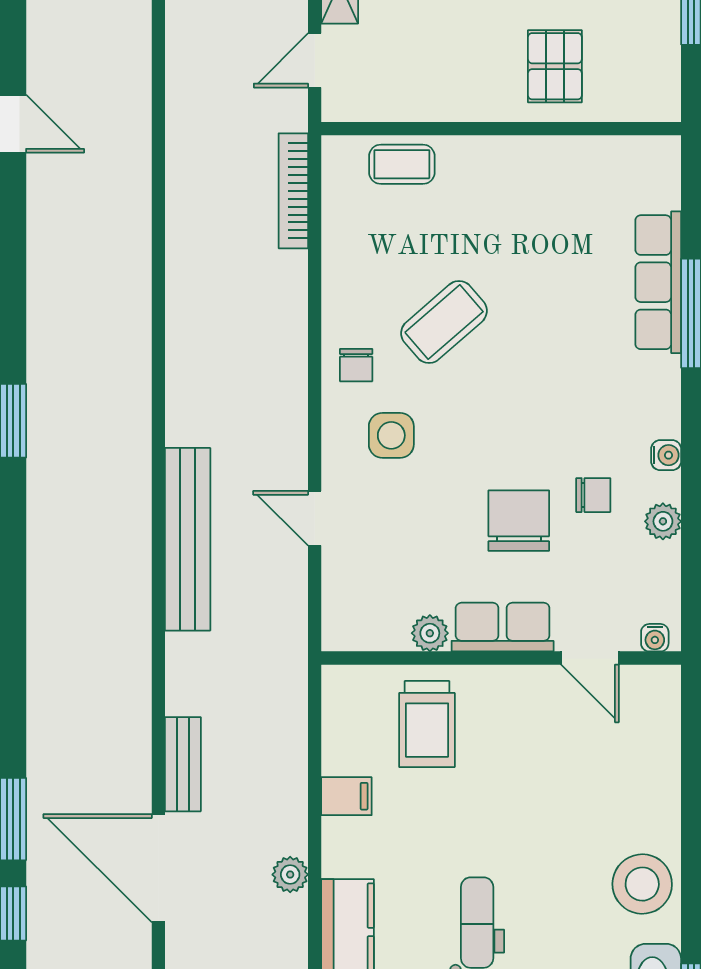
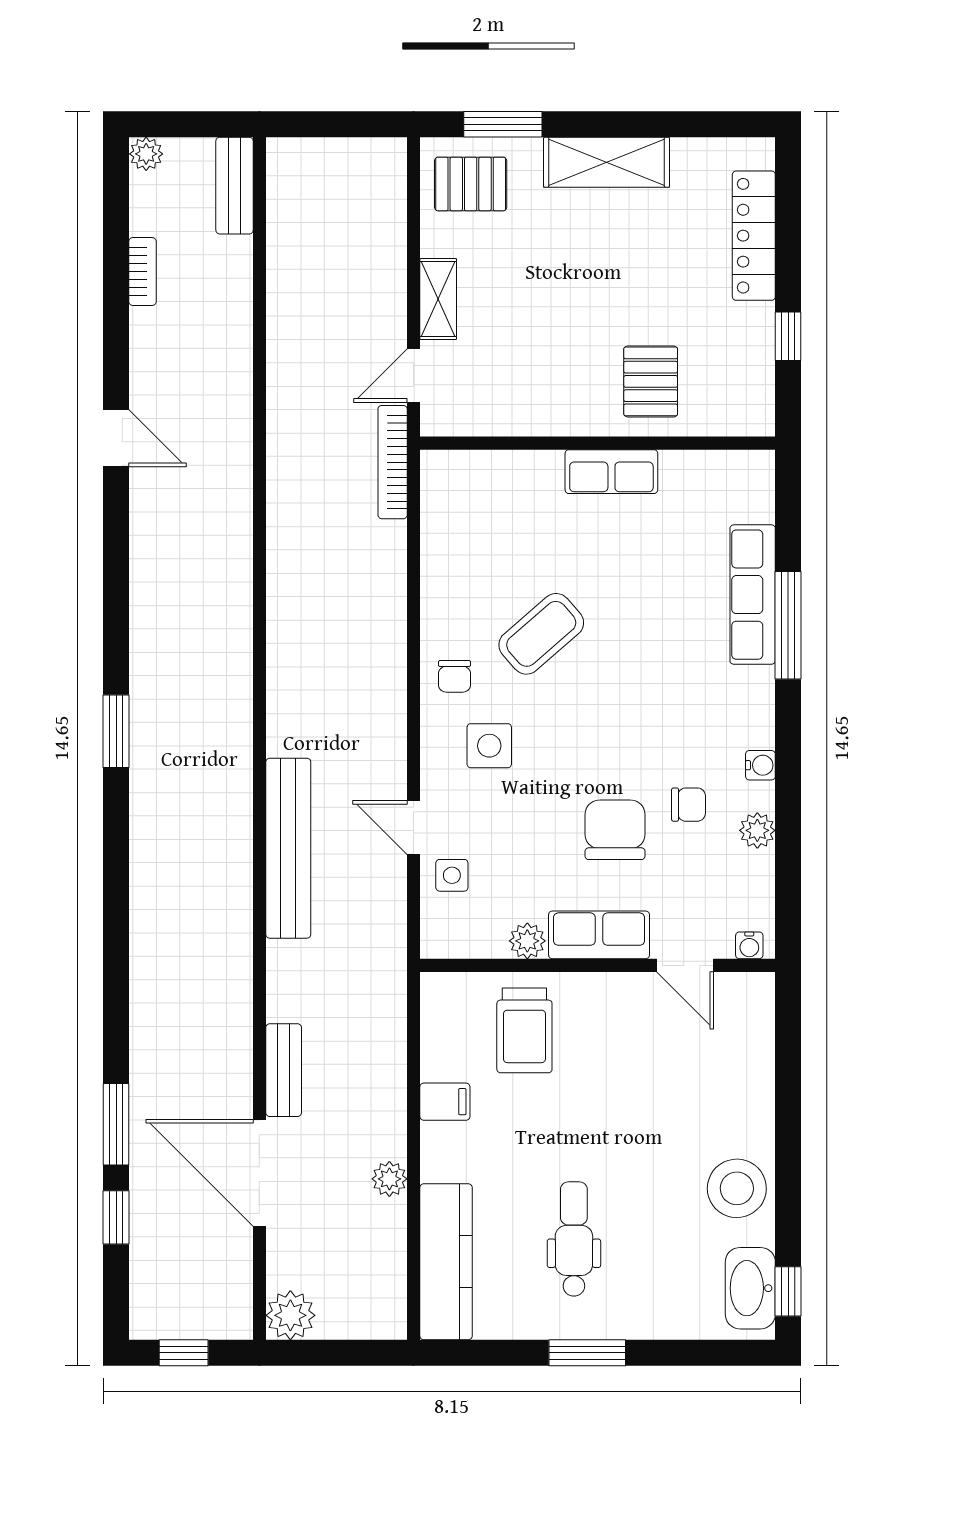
row of seats: (515, 158) -> (611, 472), added
coffee table: (402, 164) -> (500, 478), removed
bookcase: (293, 191) -> (393, 462), moved
side table: (353, 567) -> (452, 875), added

